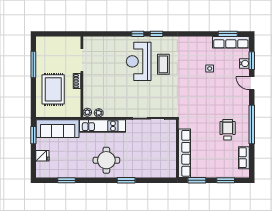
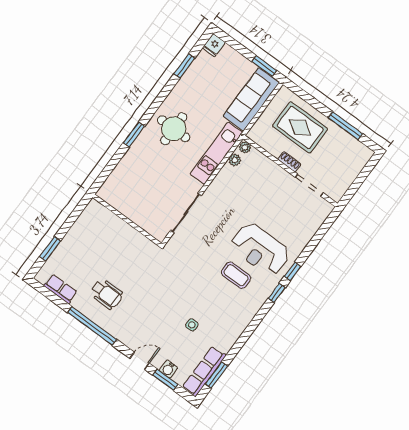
reception desk: (139, 61) -> (260, 249), turned 180
row of seats: (184, 153) -> (116, 224), removed
fridge: (42, 156) -> (214, 45), moved
window: (197, 180) -> (74, 216), removed

